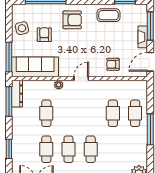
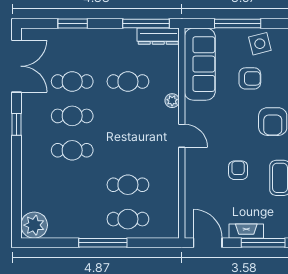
window: (9, 57) -> (238, 24), moved
armchair: (113, 64) -> (238, 170), moved

